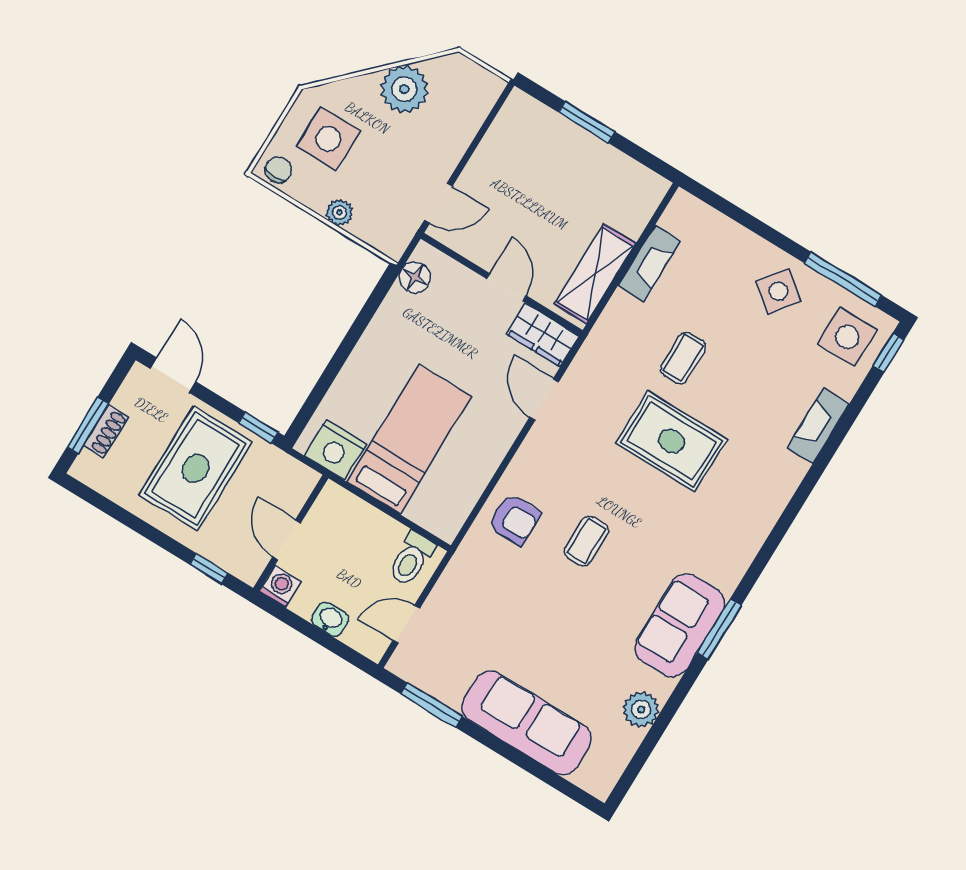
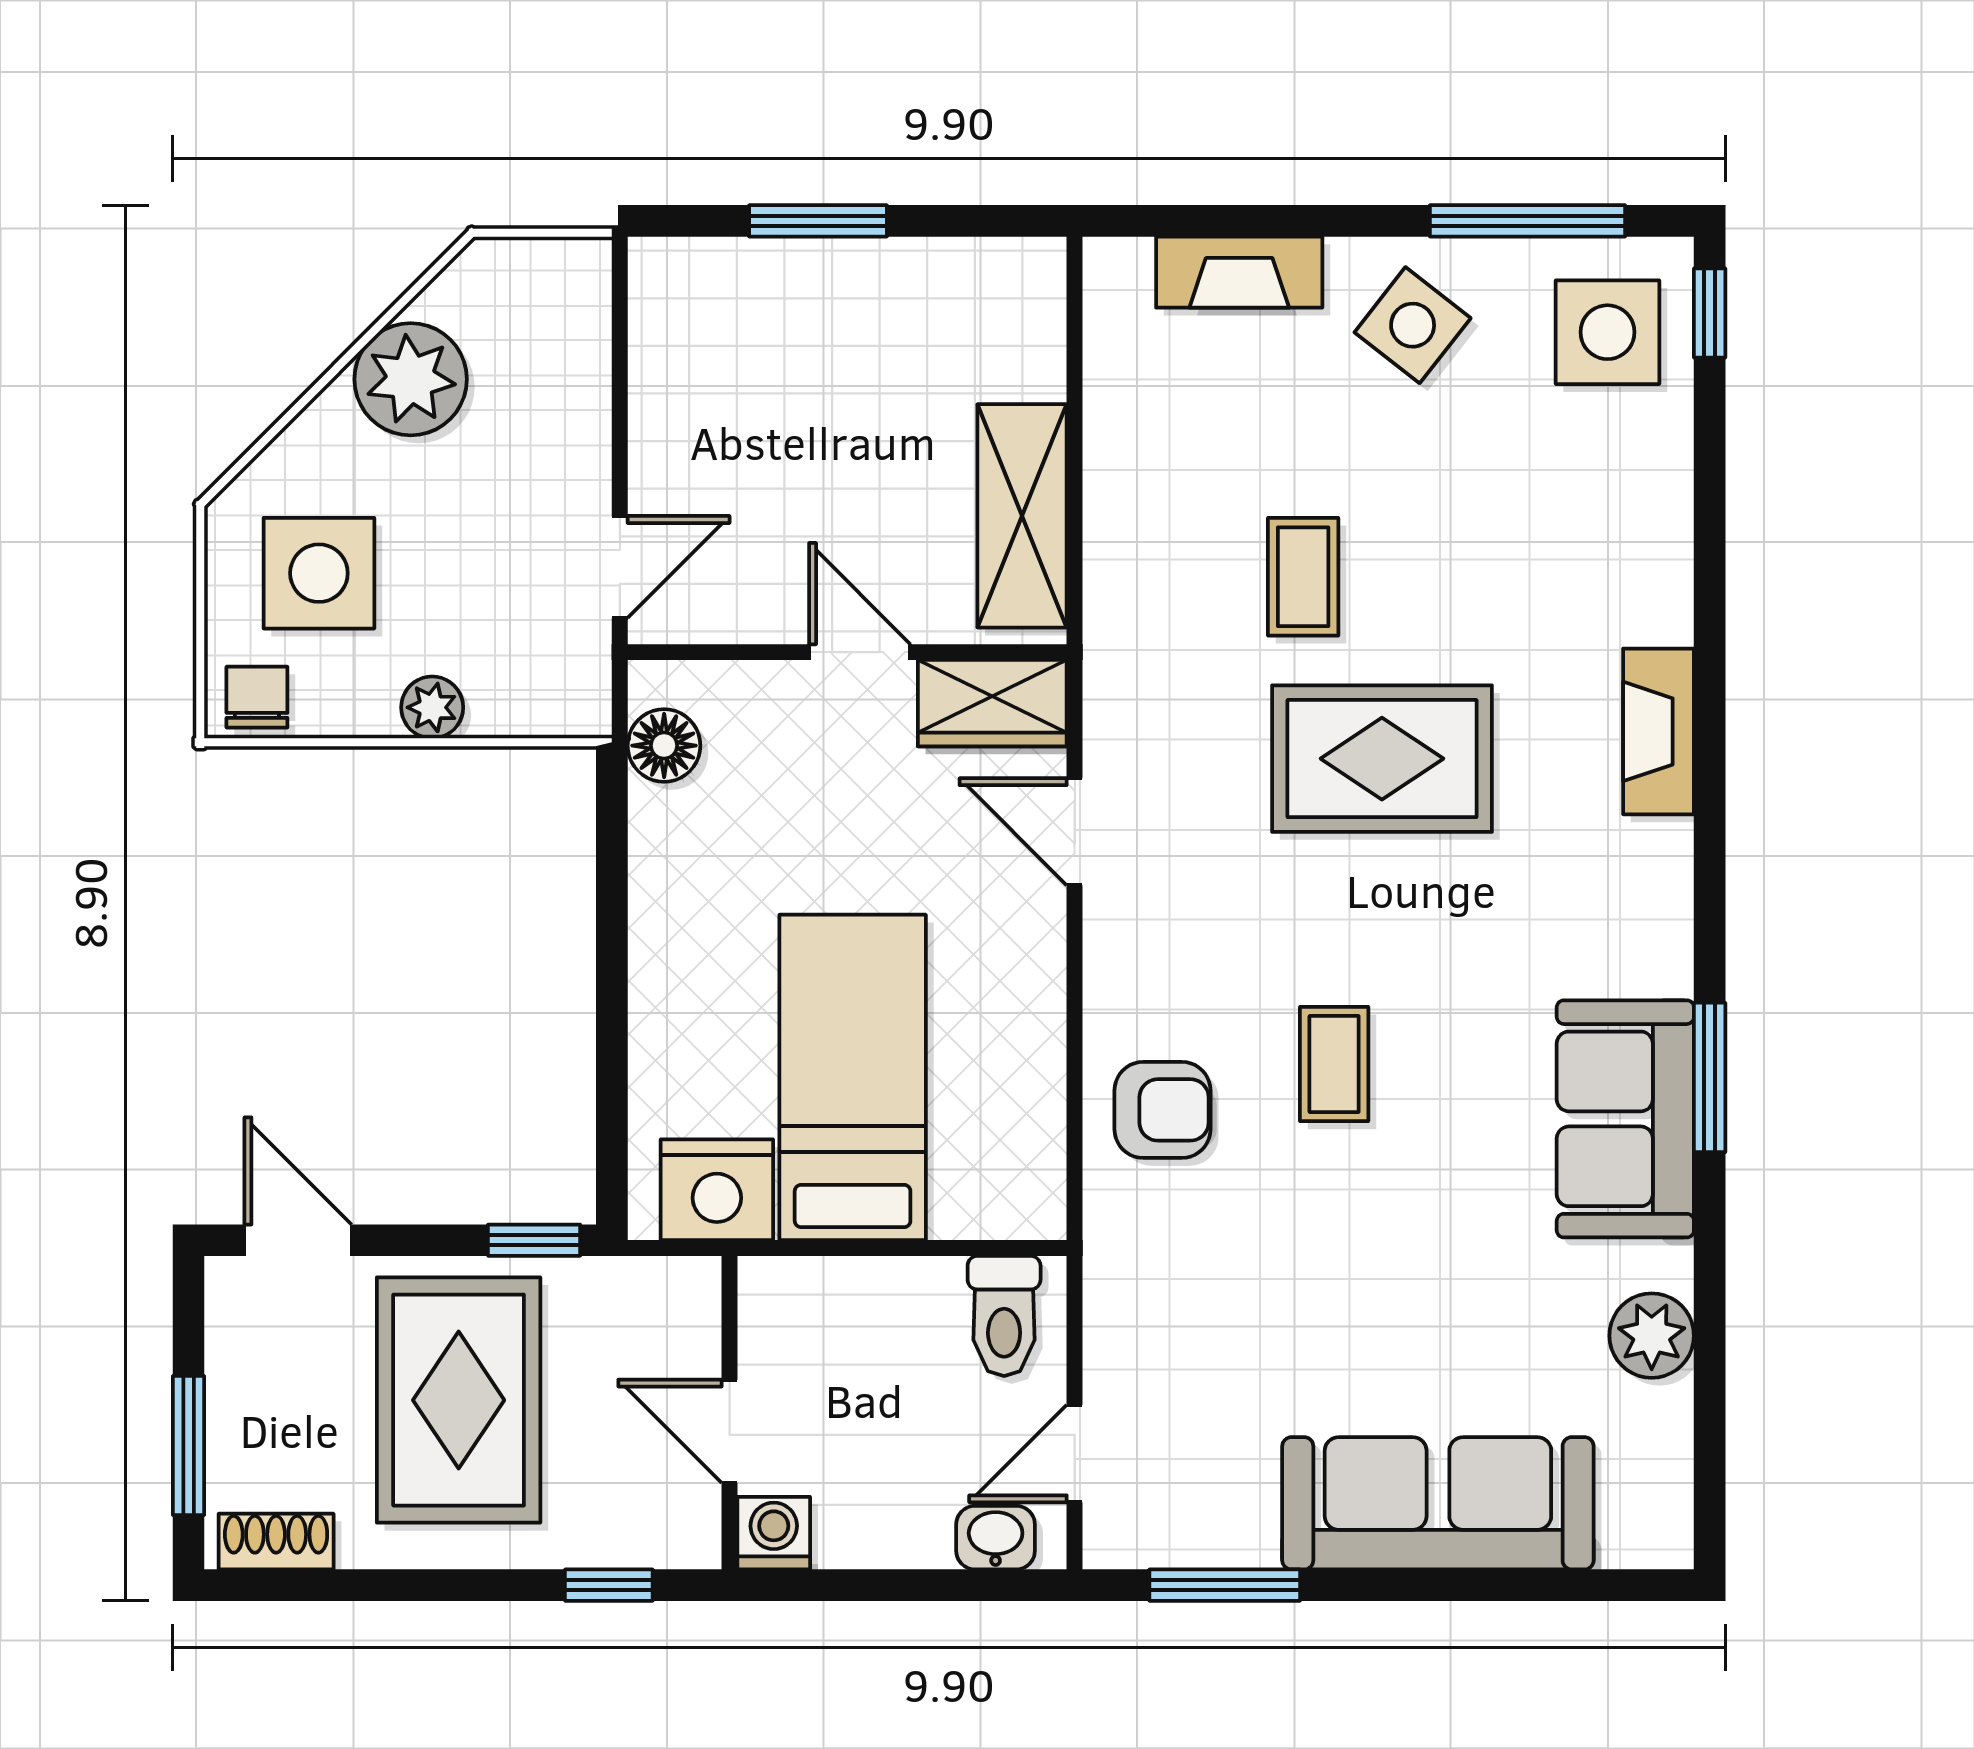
fireplace: (649, 263) -> (1239, 272), moved, turned 90
fireplace: (818, 426) -> (1659, 731), moved
shoe rack: (106, 431) -> (276, 1542), moved, turned -90
washbasin: (330, 619) -> (996, 1538), moved

